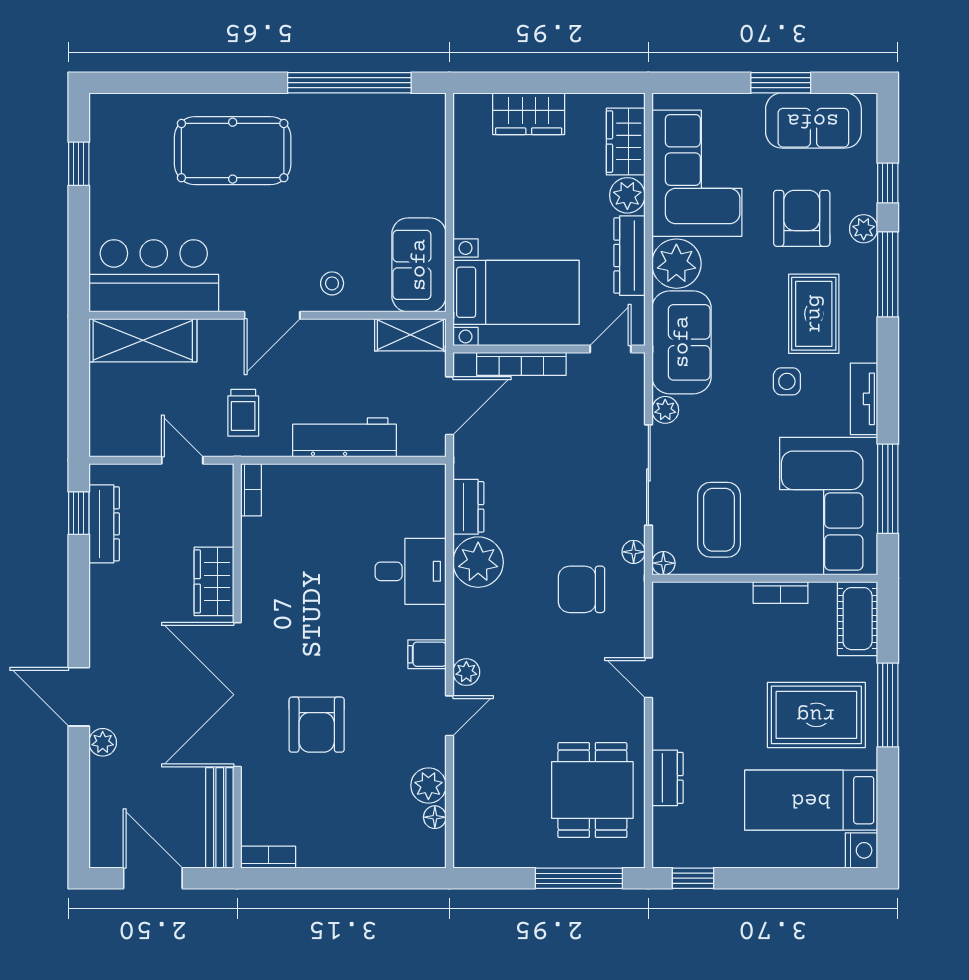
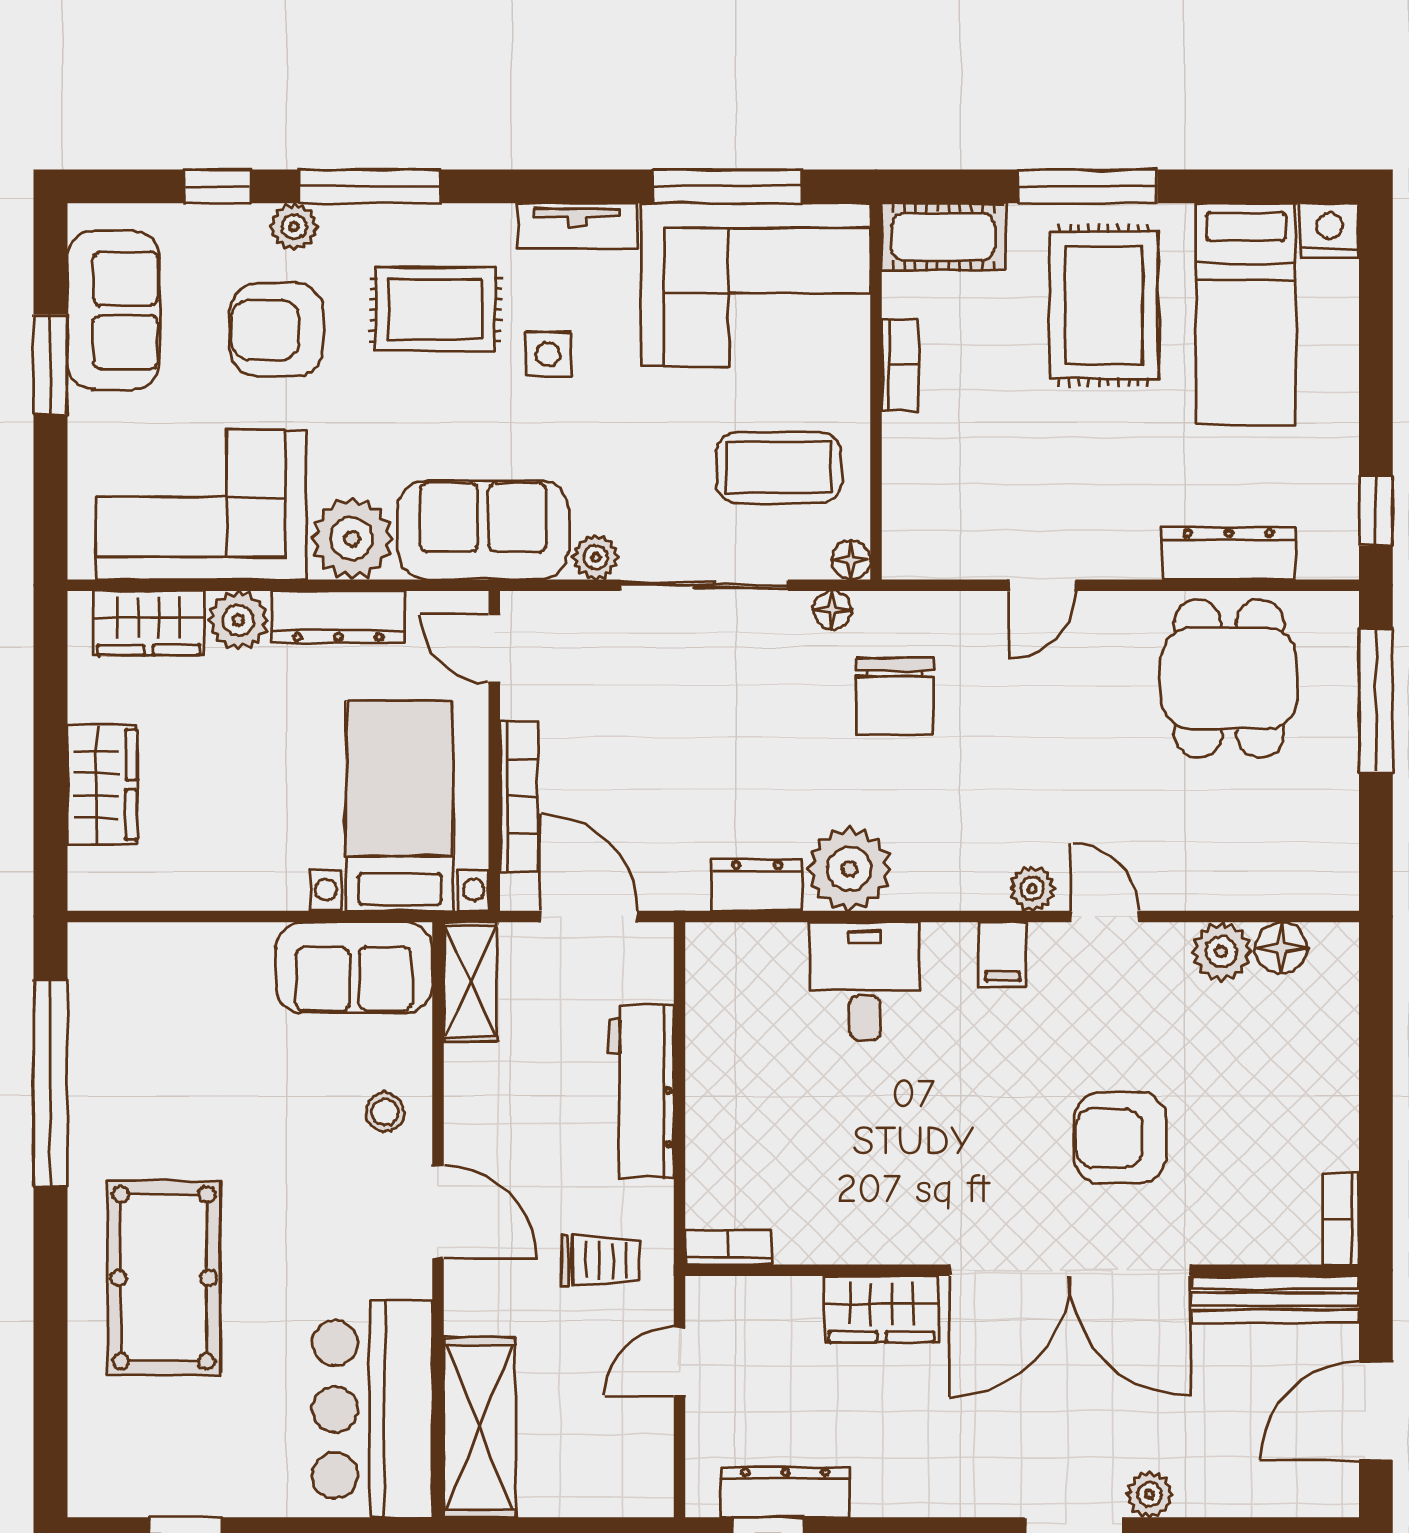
armchair: (317, 725) -> (1120, 1138), turned 180
dresser: (667, 778) -> (1229, 553), width x1.44
dining table: (592, 790) -> (1229, 679), turned 90
floor lamp: (435, 817) -> (1281, 948), width x1.37, depth x1.37

